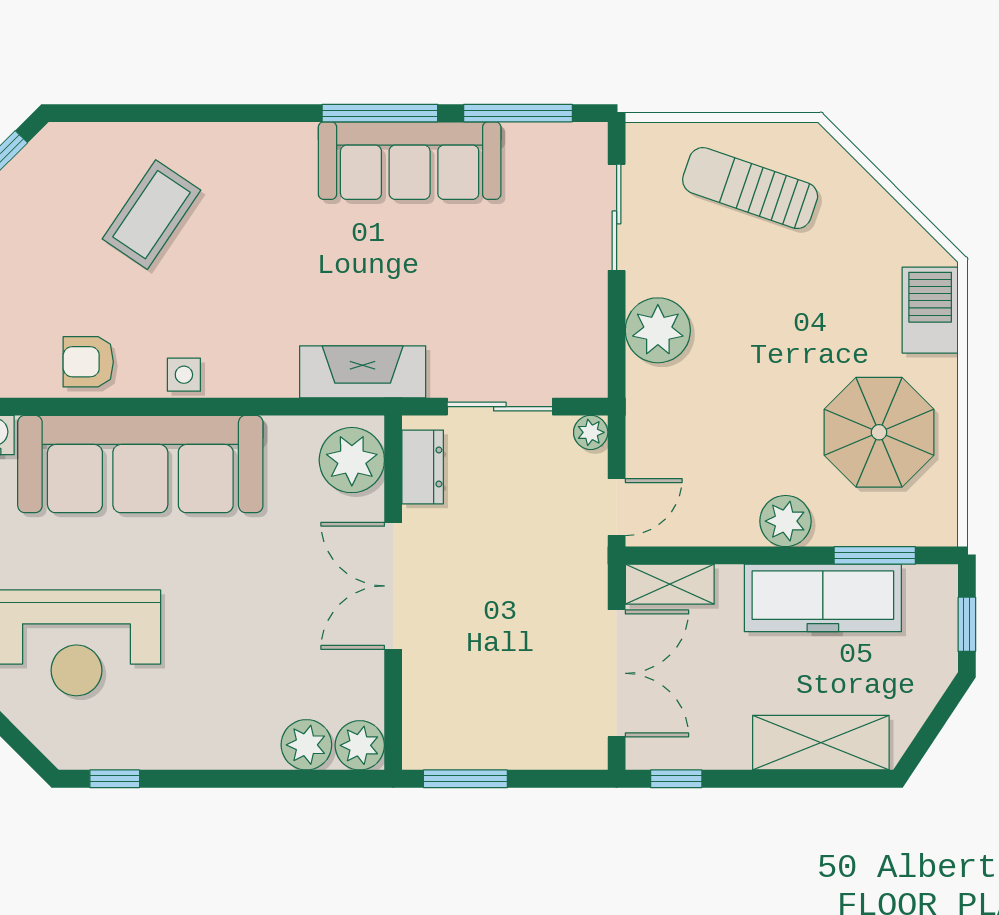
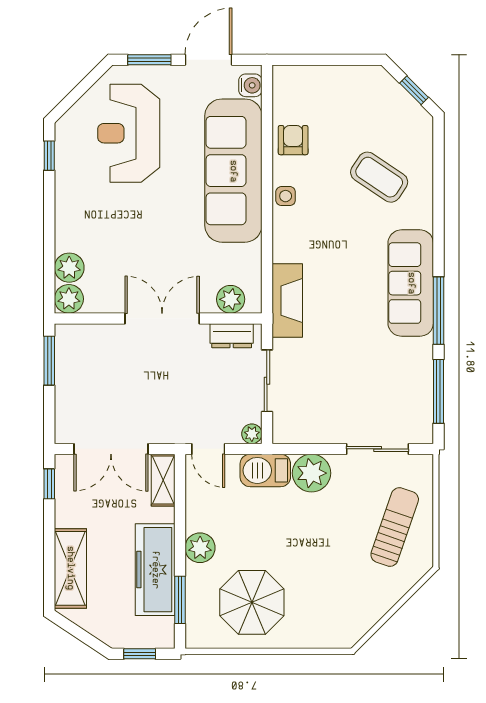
sofa: (410, 161) -> (411, 283), moved
barbecue: (930, 310) -> (265, 470), moved, turned 180
plant: (352, 460) -> (231, 299), width x0.73, depth x0.73

